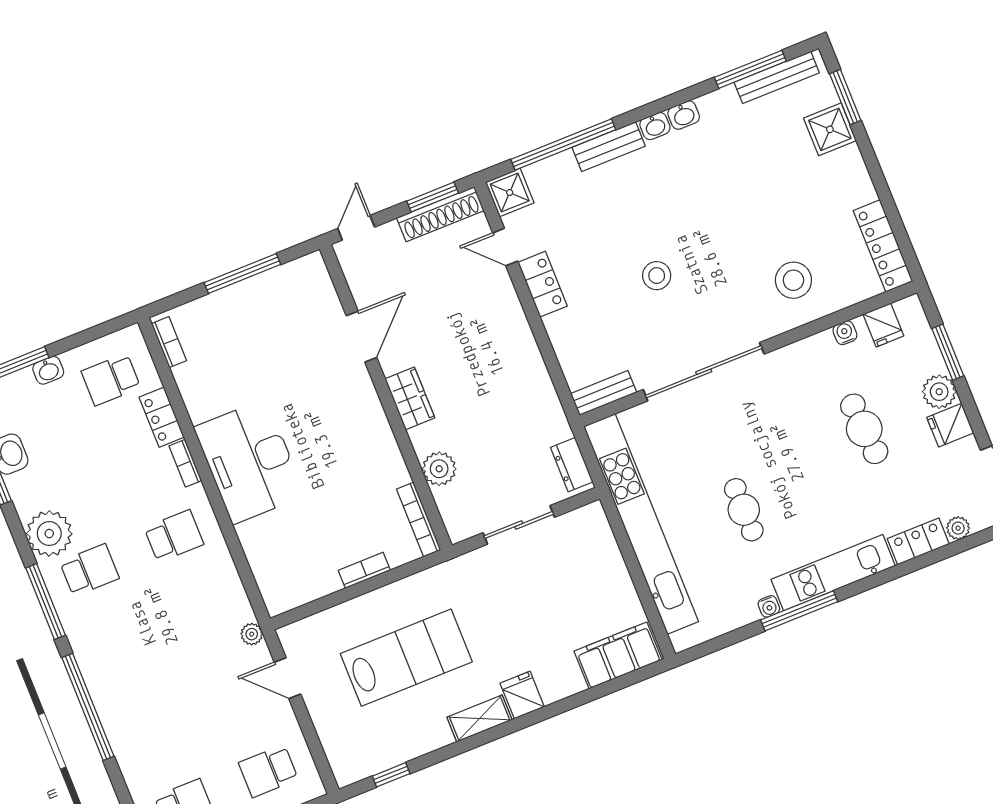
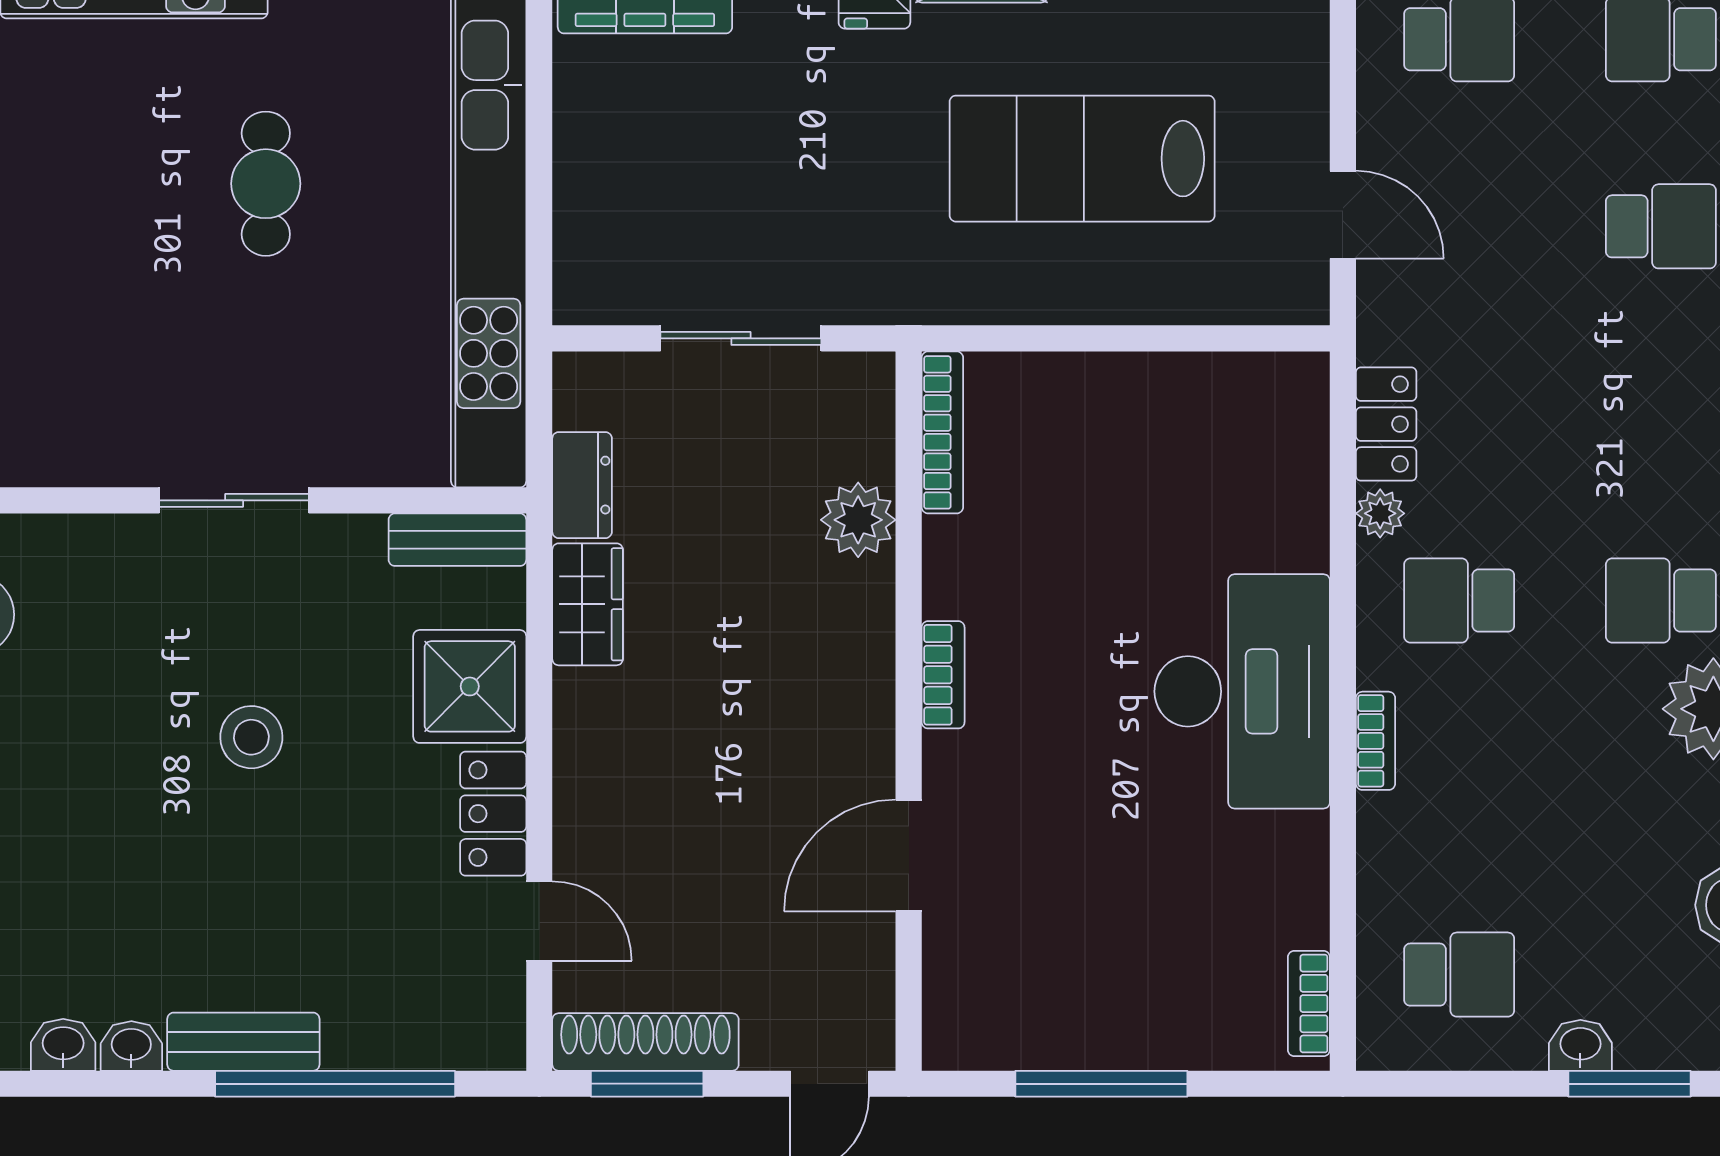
shower: (510, 193) -> (470, 686), moved, width x1.36, depth x1.36
sliding door: (704, 372) -> (234, 500), width x0.54
wardrobe: (410, 398) -> (588, 604), moved, turned 180
locker: (162, 417) -> (1386, 424), moved
dresser: (572, 465) -> (582, 485), moved
bookcase: (364, 570) -> (943, 675), moved, turned -90
plant: (252, 634) -> (1380, 513), moved
school desk: (152, 727) -> (1661, 226), added

